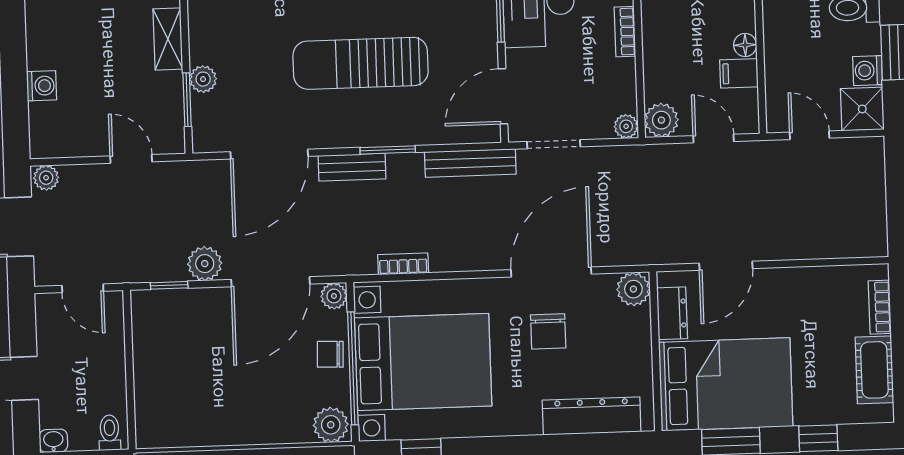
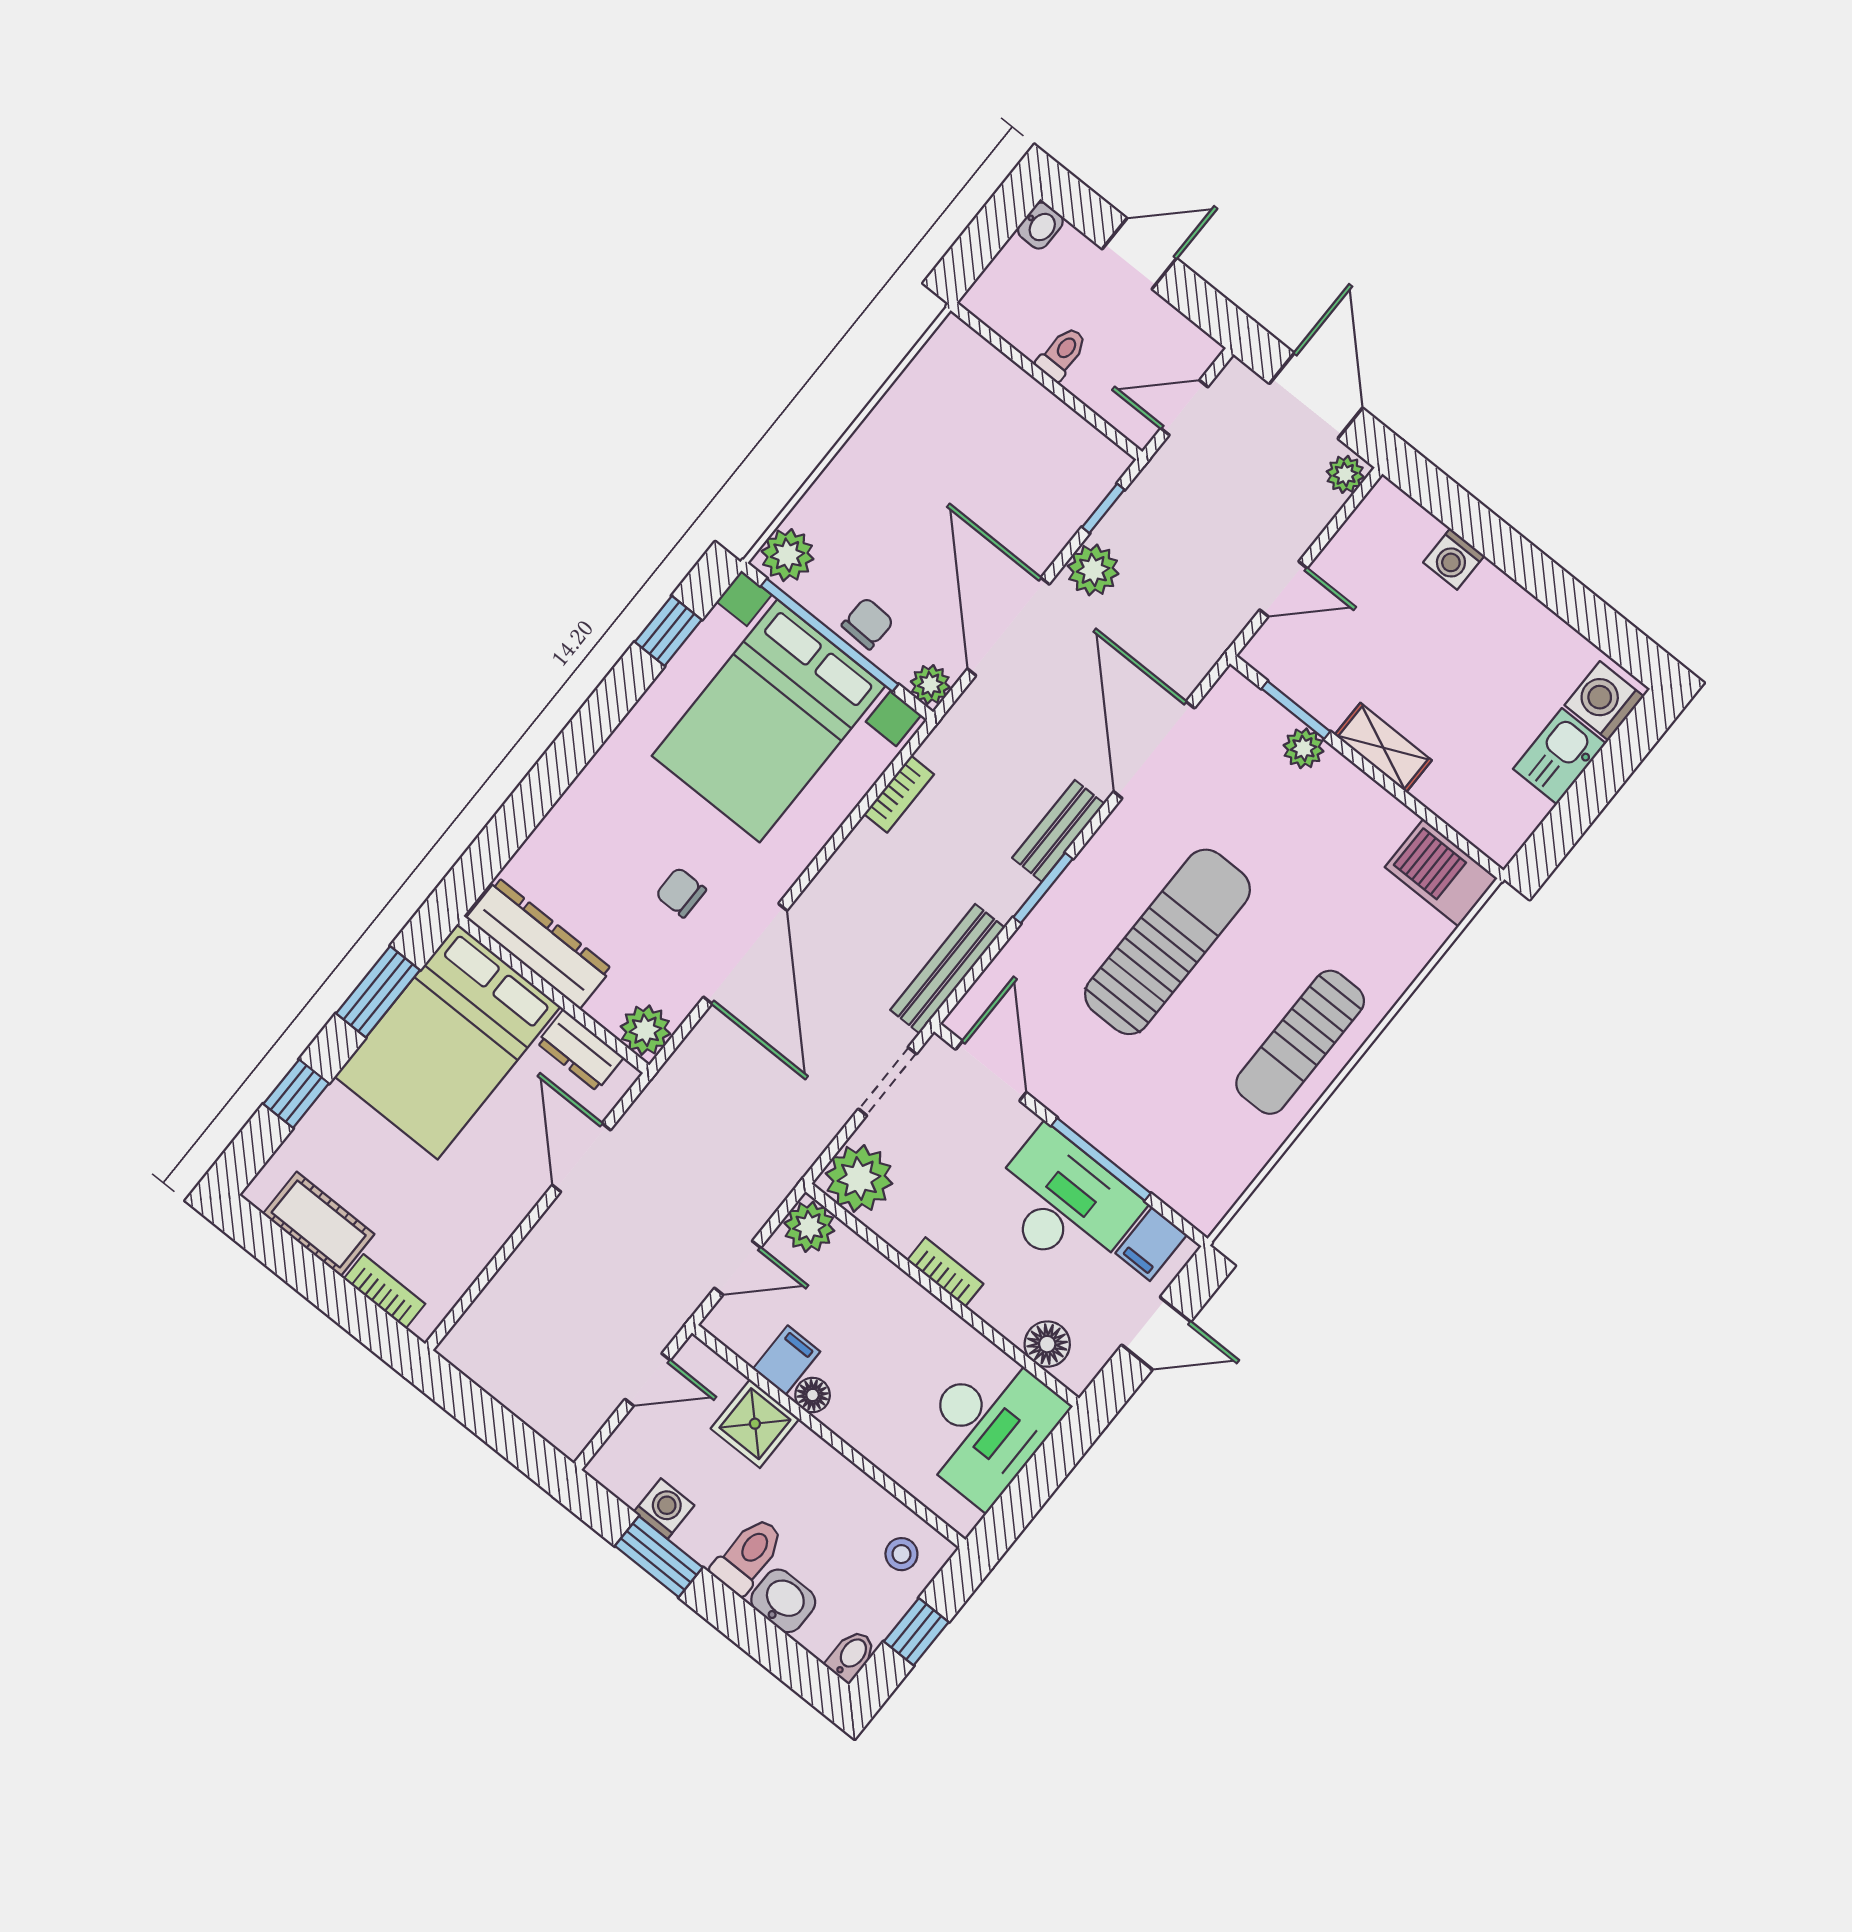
shower: (862, 109) -> (755, 1424), moved
plant: (626, 126) -> (859, 1178), width x1.88, depth x1.88
chair: (548, 331) -> (681, 892), width x0.73, depth x0.73
dresser: (592, 416) -> (539, 943), moved, turned -90
toilet: (110, 433) -> (1062, 354), moved, turned -90

